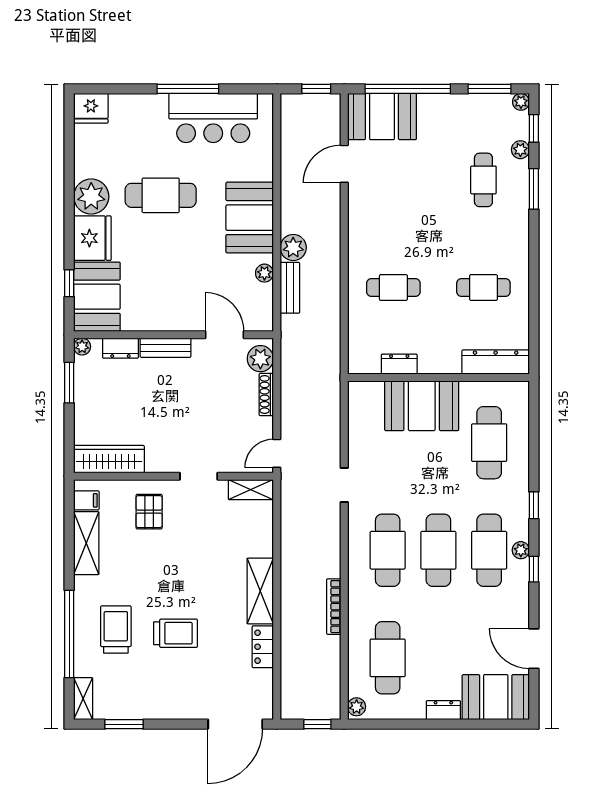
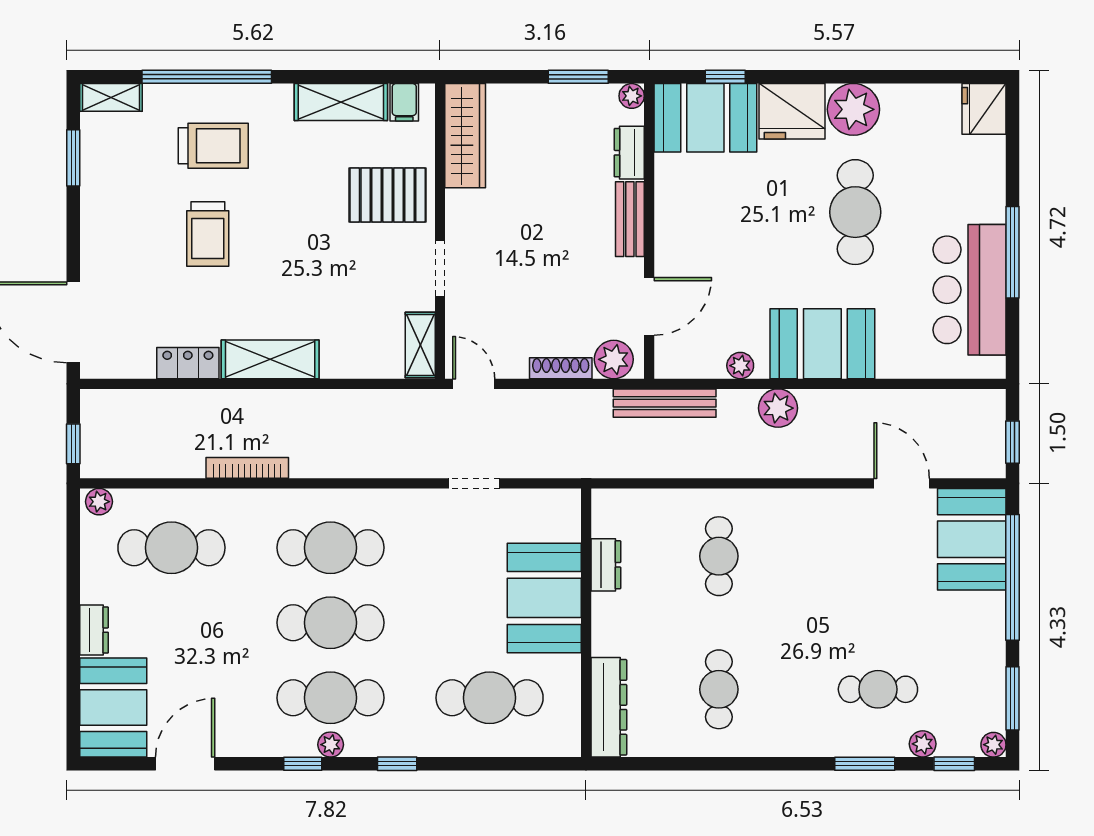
bench: (290, 288) -> (665, 403), moved, width x1.36
doorway: (344, 485) -> (474, 483), moved
pallet: (149, 512) -> (388, 195), width x1.50, depth x1.42

